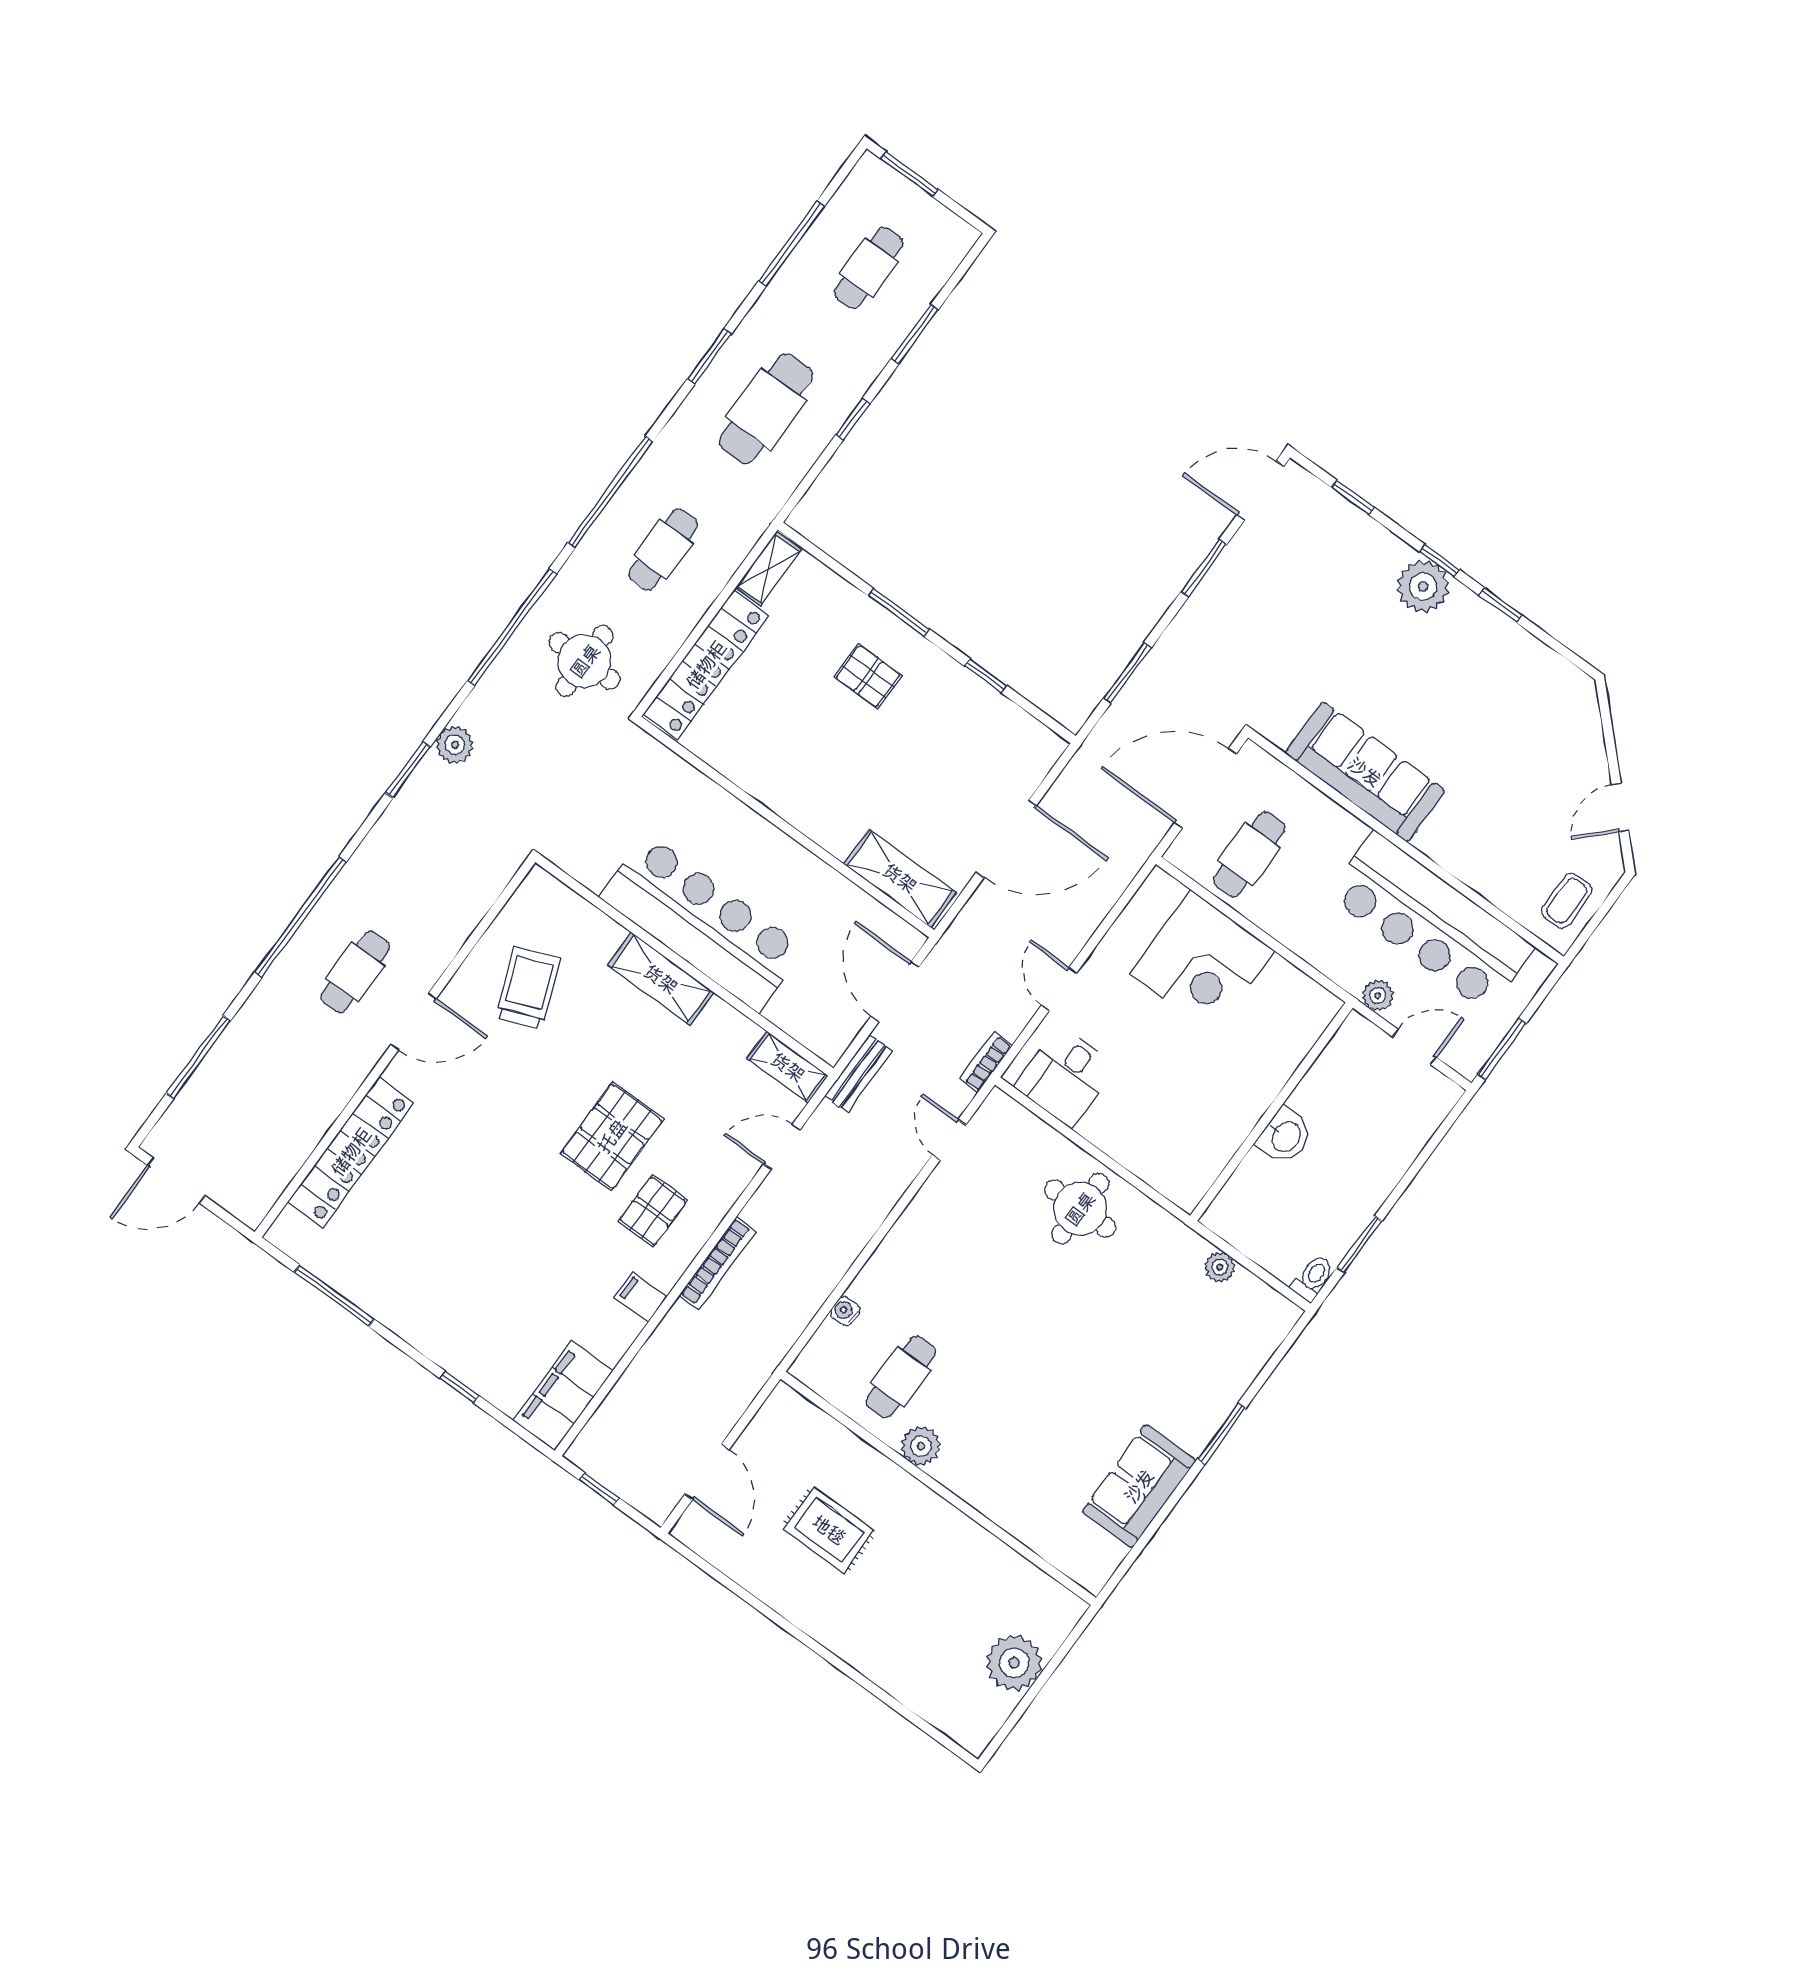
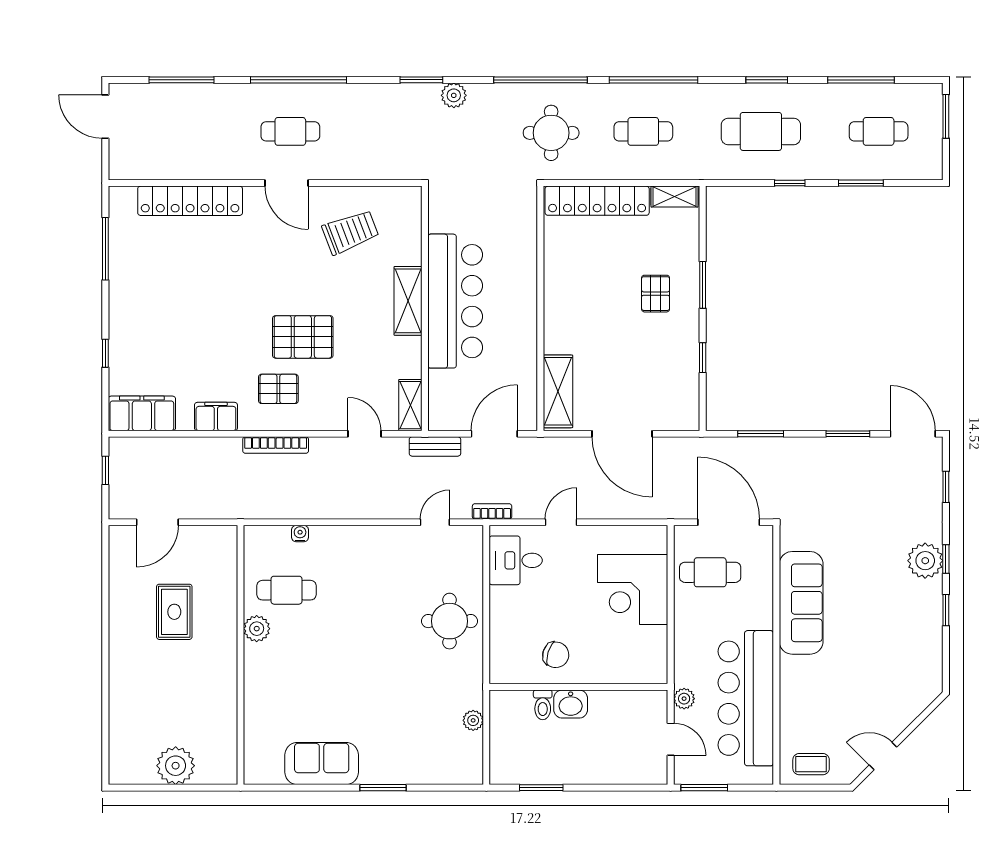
chair: (1213, 1111) -> (556, 655), added
toilet: (1313, 1278) -> (543, 705), moved, turned 90
filing cabinet: (641, 1297) -> (216, 417), width x2.00

